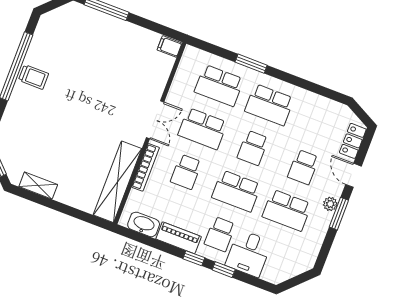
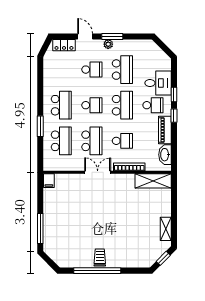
door: (353, 175) -> (85, 37), swing flipped
shelving: (117, 182) -> (153, 181), width x0.68

